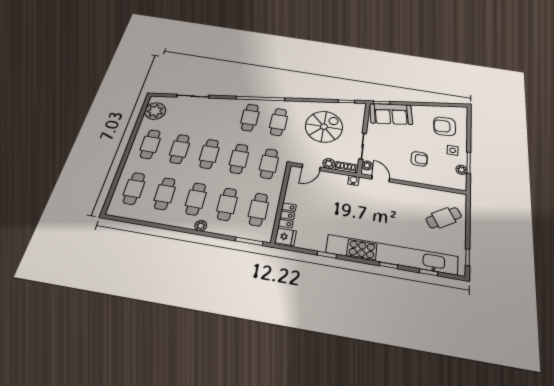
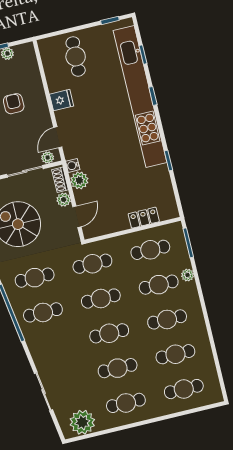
door: (311, 167) -> (77, 217), hinge flipped
plant: (339, 180) -> (79, 180), added
cafe table: (444, 218) -> (76, 57), turned 33
plant: (201, 226) -> (188, 275), moved
fridge: (286, 237) -> (62, 100), moved, turned 90

